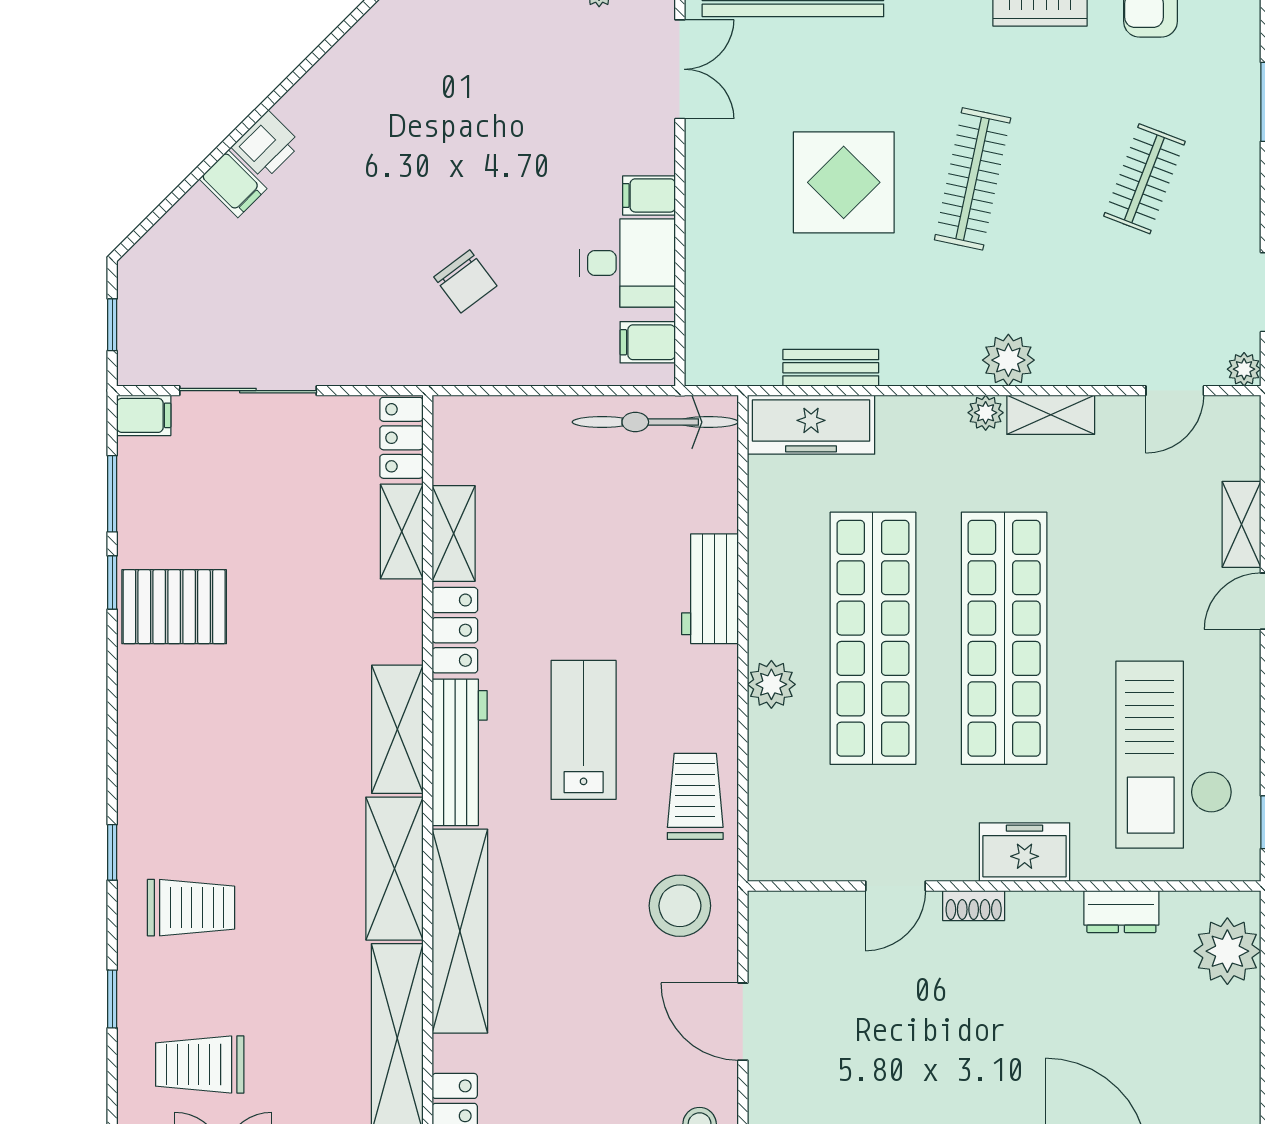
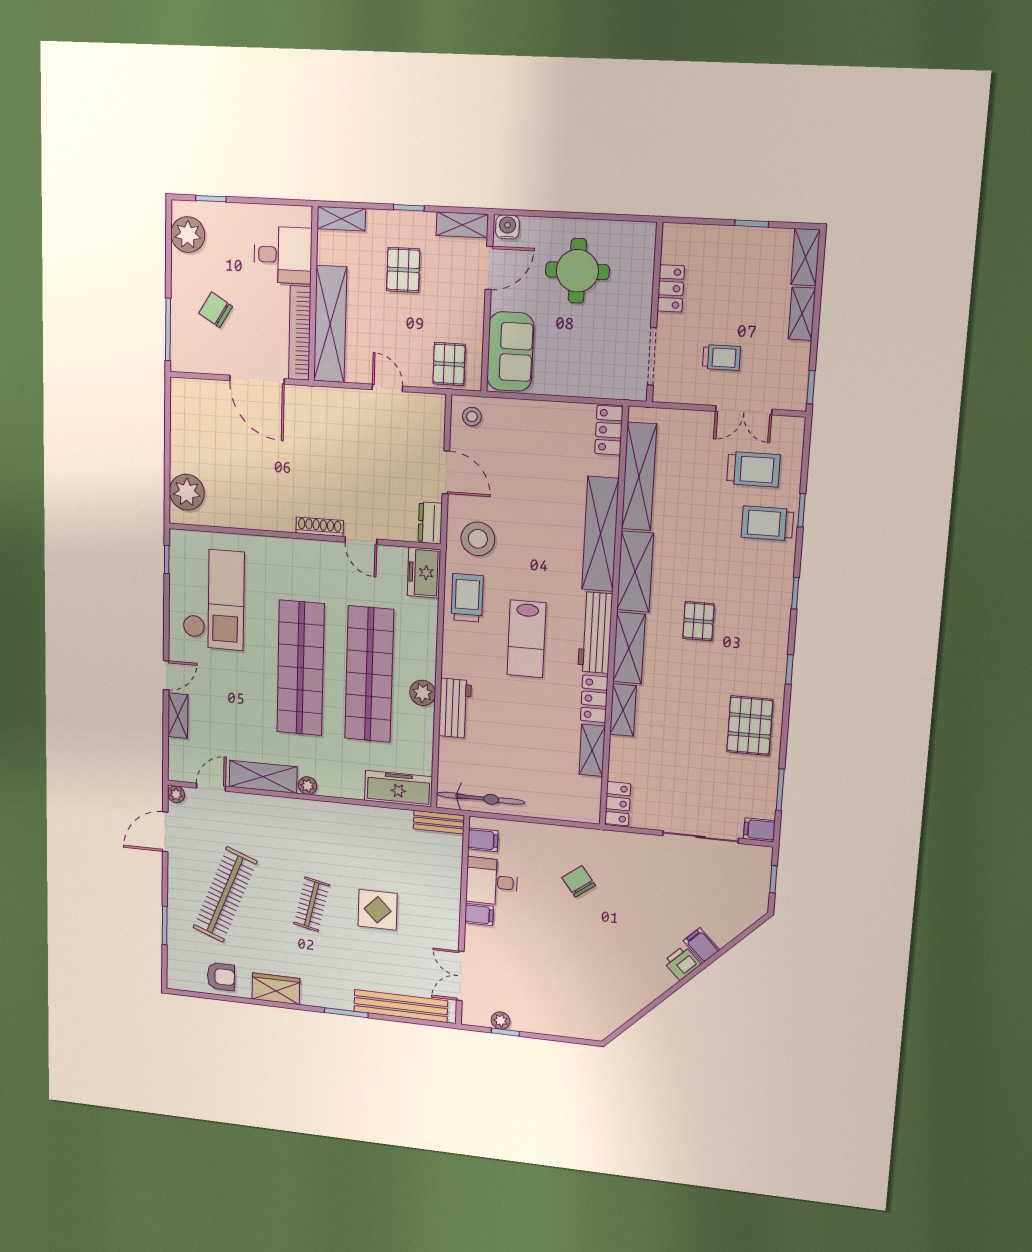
clothes rail: (973, 179) -> (312, 904), width x0.73
clothes rail: (1144, 179) -> (225, 895), width x1.86, depth x1.31
display table: (844, 182) -> (378, 910), width x0.73, depth x0.73
plant: (1008, 360) -> (295, 811), removed
bench: (831, 368) -> (439, 822), moved
shelving: (1051, 415) -> (263, 777), width x1.50, depth x1.33
shelving: (402, 532) -> (623, 710), moved
window: (112, 583) -> (789, 670), moved
pallet: (174, 607) -> (750, 726), turned 90
plant: (771, 684) -> (423, 693), moved
pallet: (277, 789) -> (698, 621), added
trolley: (695, 796) -> (467, 598), turned 180
freezer: (1025, 852) -> (424, 573), moved, turned 90
door: (895, 886) -> (361, 541), swing flipped
shoe rack: (974, 906) -> (320, 527), width x1.43
trolley: (191, 908) -> (767, 523), moved
dresser: (1121, 912) -> (430, 523), moved, turned -90

